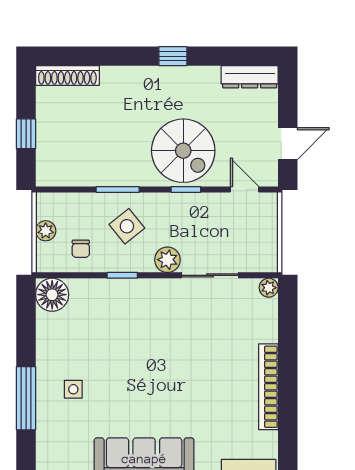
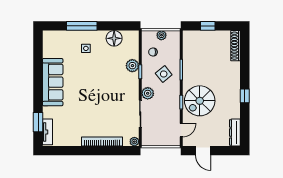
plant: (109, 292) -> (132, 66), added
floor lamp: (52, 295) -> (114, 38), moved
bookcase: (268, 387) -> (102, 141), moved

